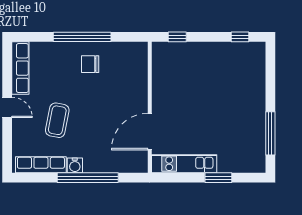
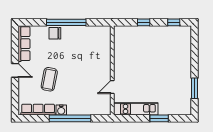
window: (177, 37) -> (144, 22), moved
chair: (90, 64) -> (55, 33), moved
door: (150, 132) -> (112, 87), width x0.53
window: (270, 133) -> (194, 88), width x0.69

